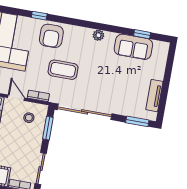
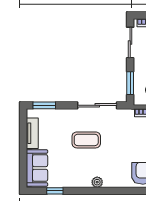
sofa: (133, 47) -> (37, 168), moved, turned 90
coffee table: (63, 70) -> (86, 140), moved
sliding door: (85, 112) -> (97, 105), width x0.73

